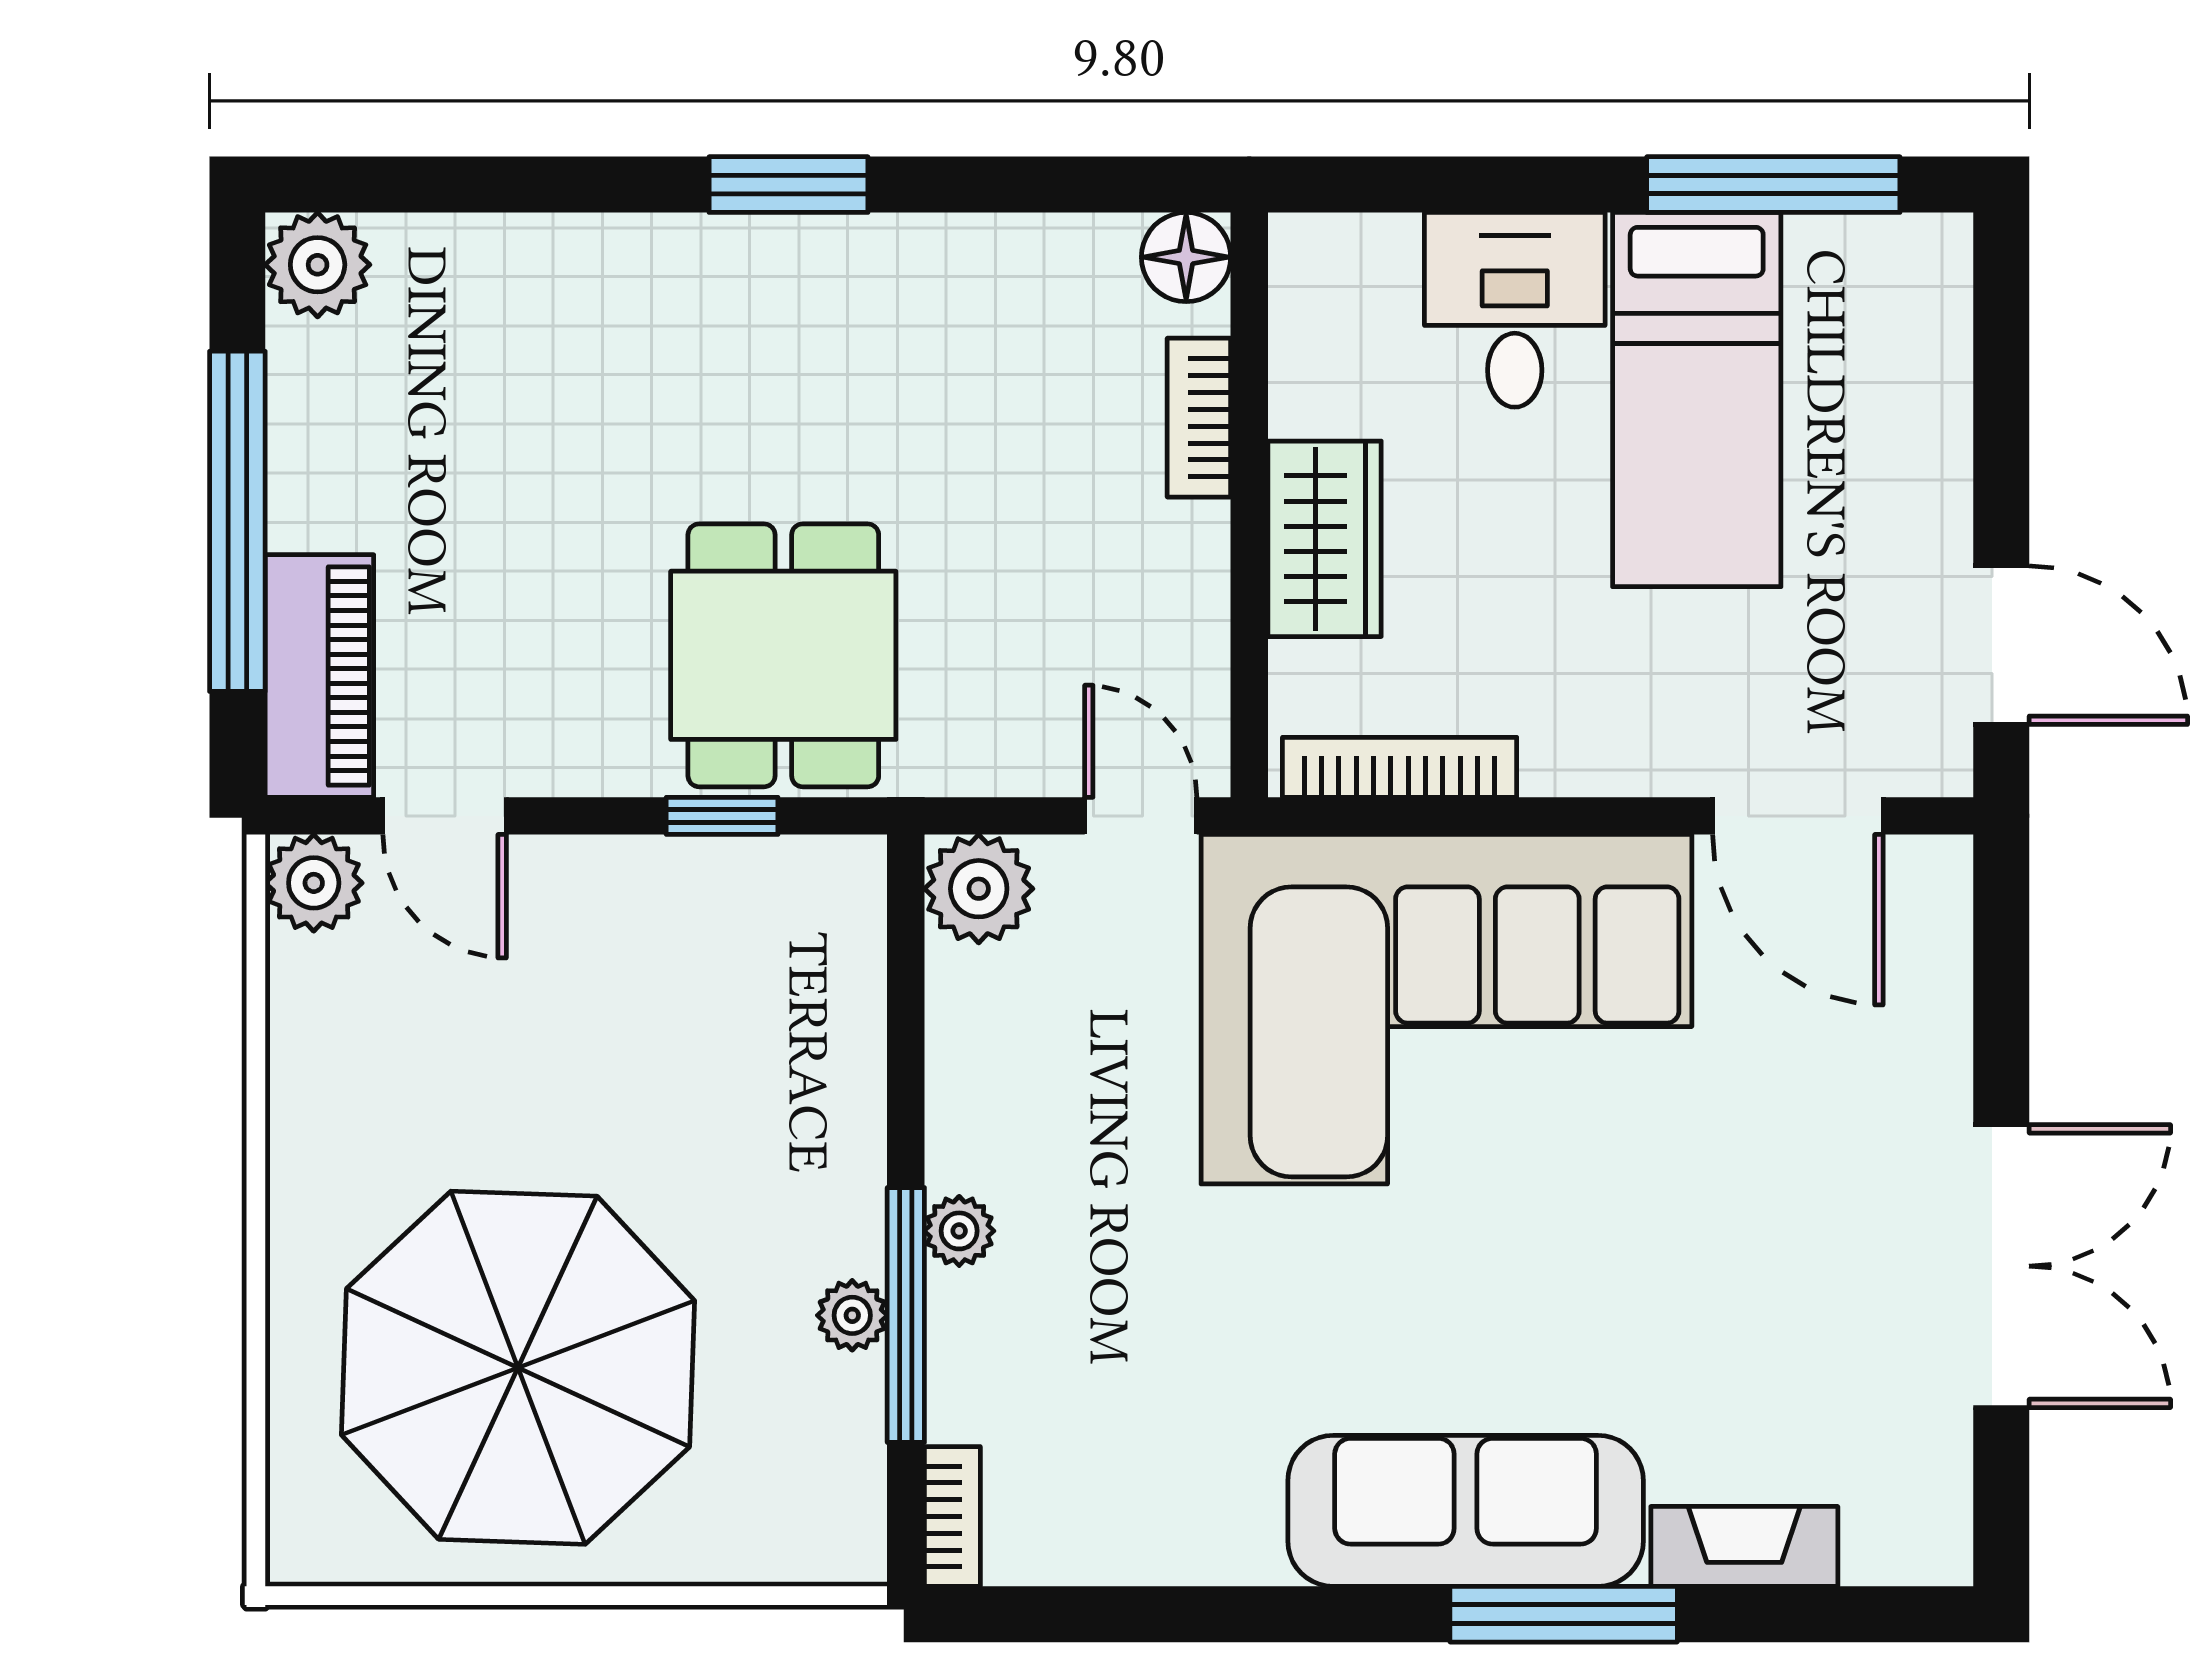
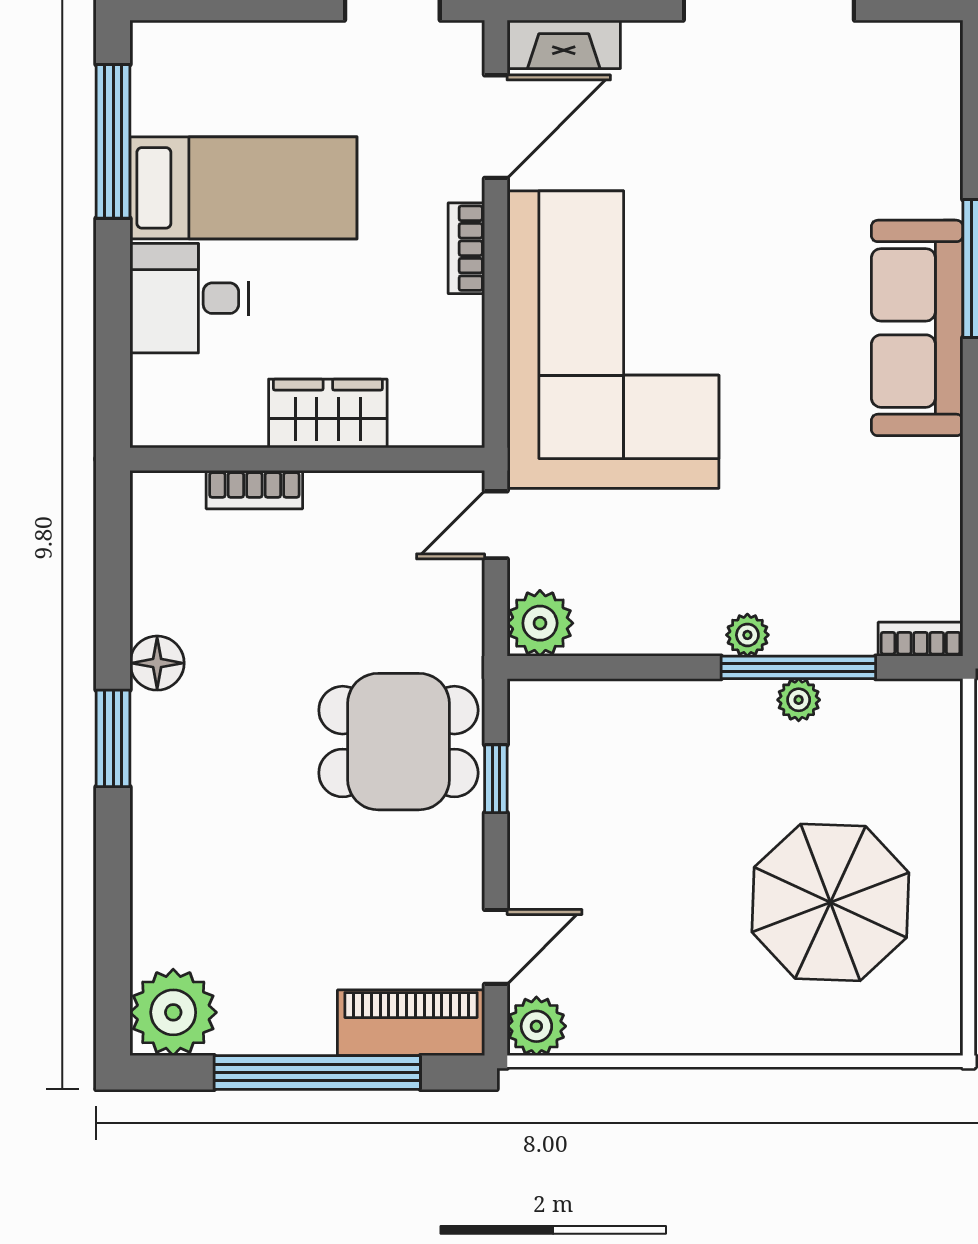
floor lamp: (1186, 257) -> (157, 663), moved
plant: (318, 265) -> (173, 1012), width x1.36, depth x1.36
bookcase: (1400, 767) -> (466, 248), moved, width x0.64
parasol: (518, 1368) -> (830, 902), width x0.73, depth x0.73
fireplace: (1744, 1546) -> (564, 44), moved, turned -90

